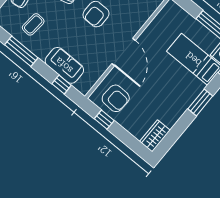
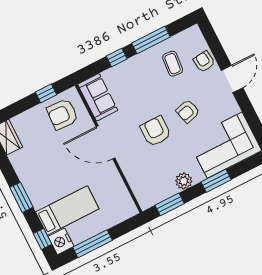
sofa: (64, 65) -> (98, 97), moved, turned -90
window: (62, 84) -> (117, 57), moved

